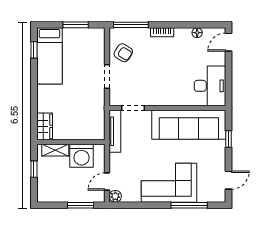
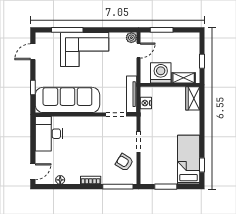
nightstand: (99, 121) -> (146, 103), added

